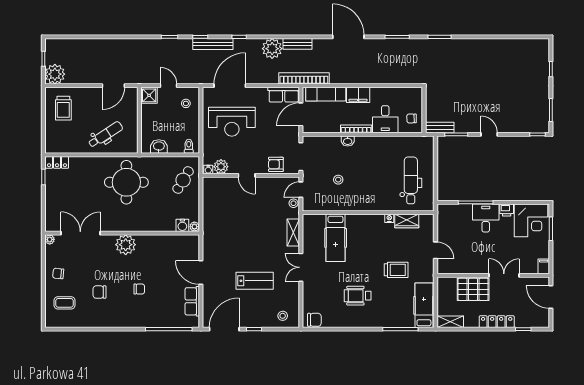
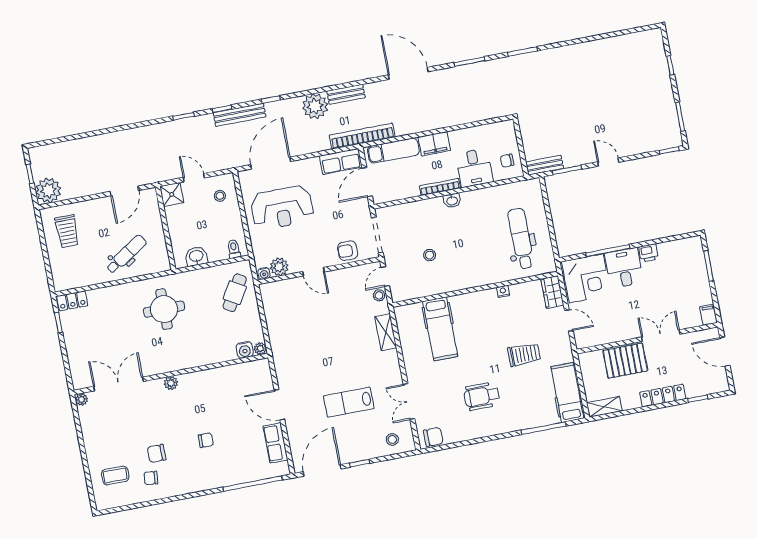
washbasin: (348, 141) -> (452, 201), moved
round table: (126, 182) -> (164, 309), width x0.73, depth x0.73
corner desk: (531, 220) -> (586, 278), moved
wardrobe: (407, 221) -> (552, 292), moved, turned 90
plant: (126, 245) -> (171, 383), width x0.53, depth x0.53
double door: (301, 267) -> (409, 402), moved
chair: (58, 273) -> (151, 478), moved
lab bench: (255, 281) -> (349, 402), turned 180

